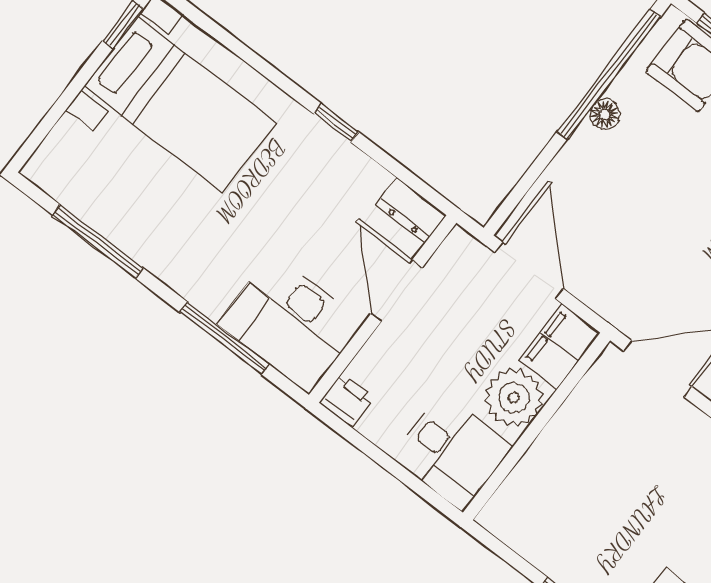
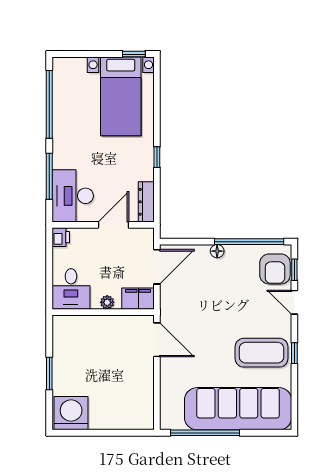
floor lamp: (605, 114) -> (217, 251), moved
dresser: (411, 210) -> (146, 202), width x1.44
window: (98, 241) -> (49, 104), width x1.46
plant: (514, 398) -> (107, 302), width x0.53, depth x0.53

